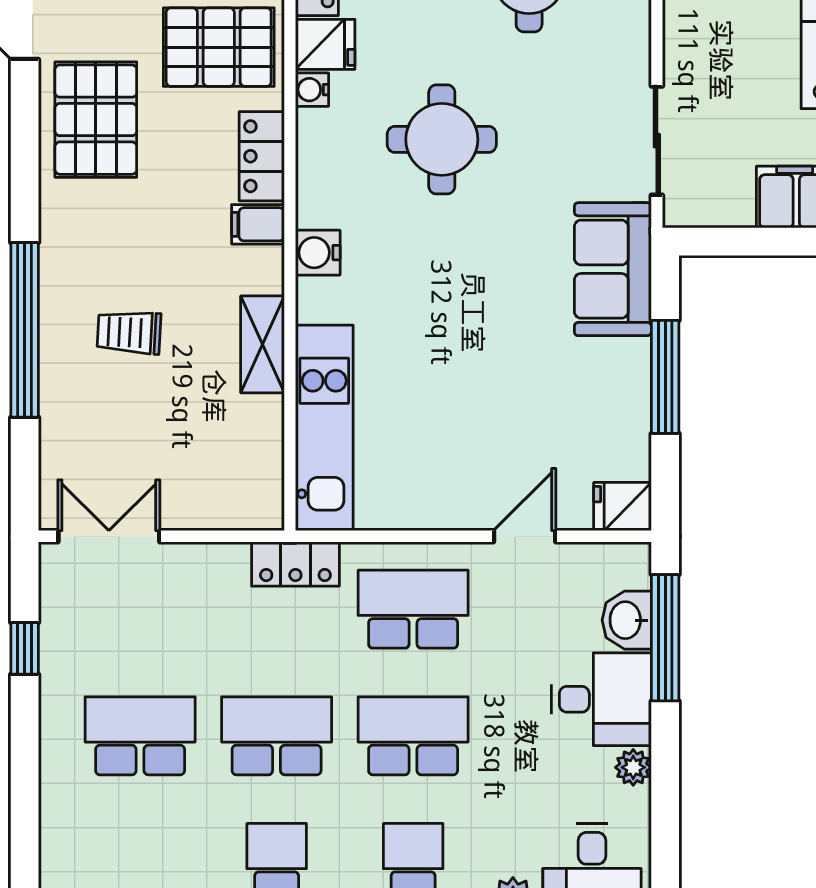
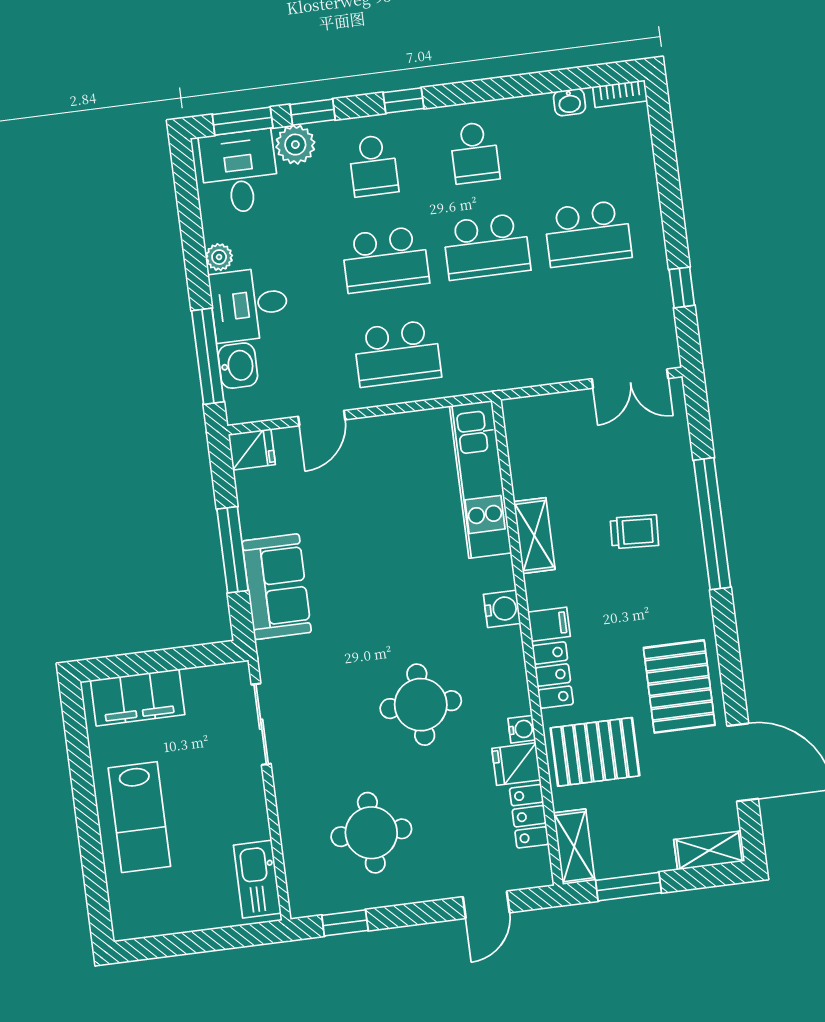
sofa: (613, 269) -> (277, 587), moved
locker: (295, 564) -> (489, 376), removed

